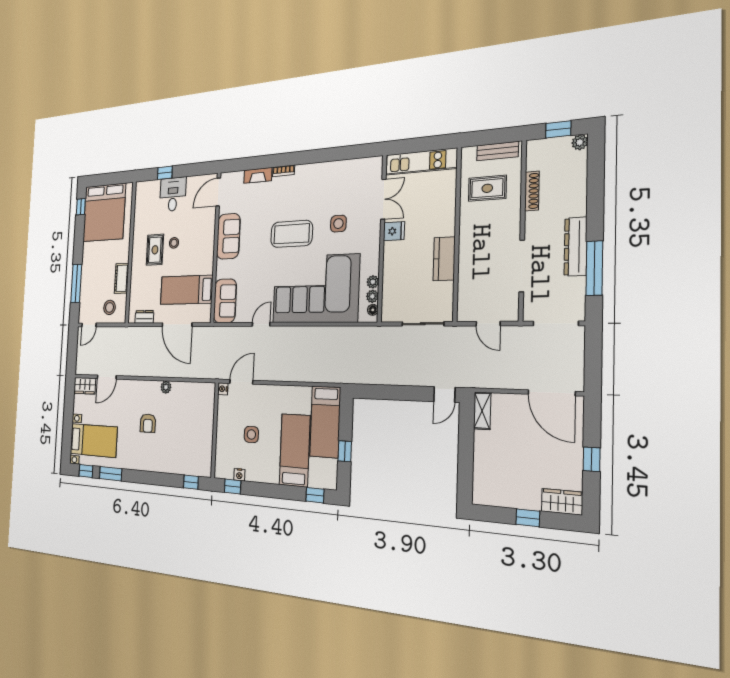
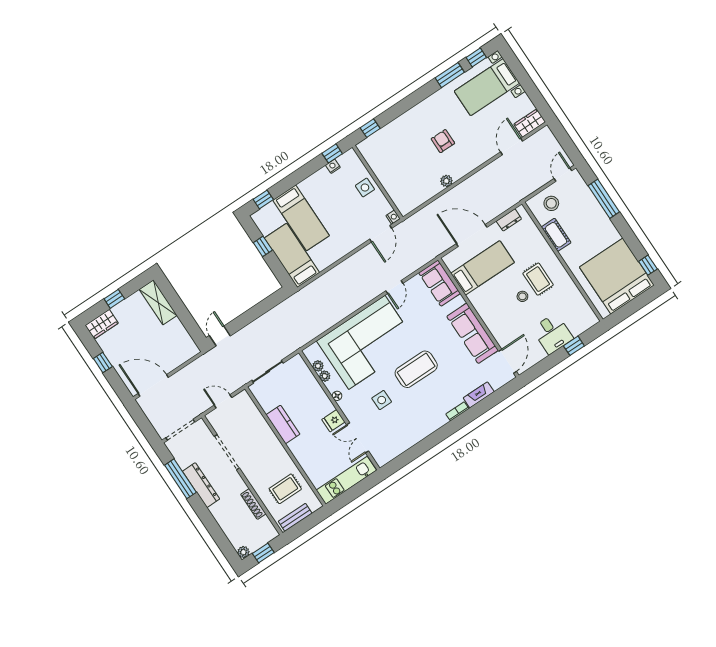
sofa: (228, 236) -> (473, 333), width x1.36
floor lamp: (373, 310) -> (337, 396), moved
shelving: (482, 411) -> (158, 302), moved, width x1.50, depth x1.33
side table: (251, 434) -> (365, 187), moved

